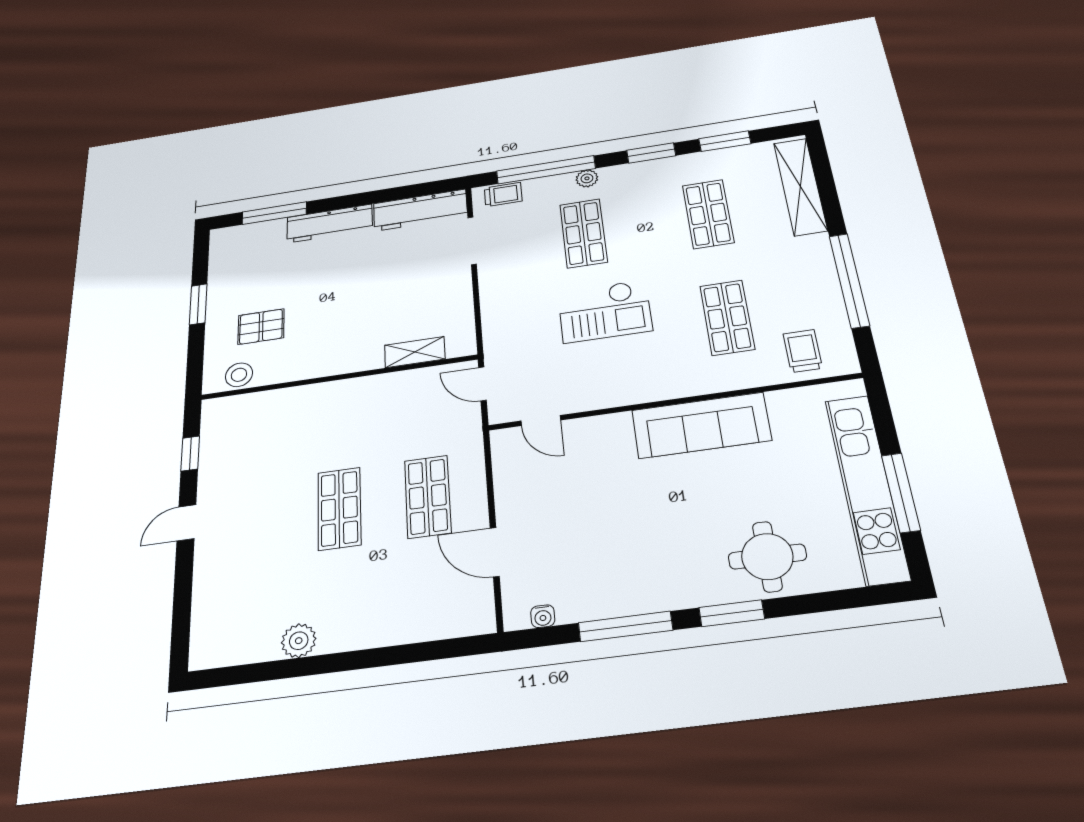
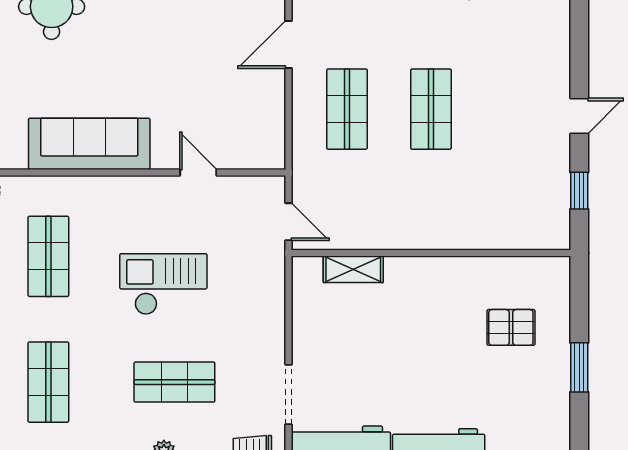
shop shelf: (583, 233) -> (174, 382), turned 90
stool: (239, 375) -> (533, 273), removed
door: (541, 421) -> (198, 172), moved
door: (495, 552) -> (288, 44), swing flipped

